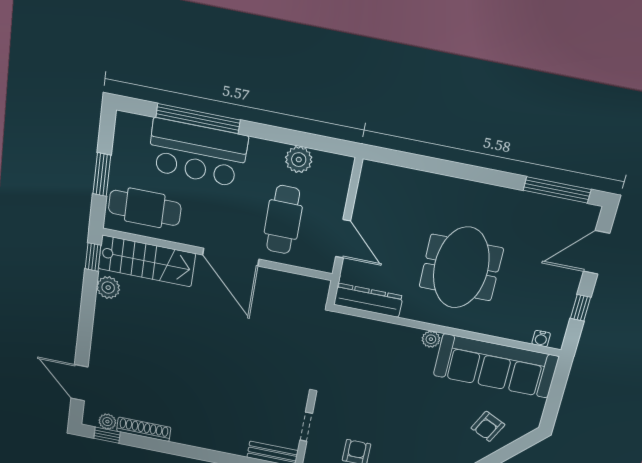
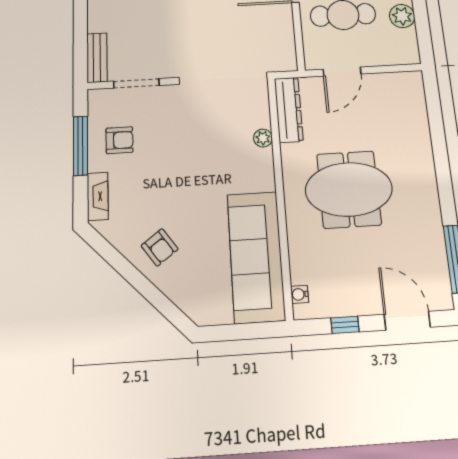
plant: (431, 339) -> (263, 138), moved
armchair: (488, 426) -> (160, 247), moved, turned -152
doorway: (306, 427) -> (136, 83), width x1.38

